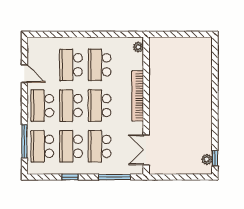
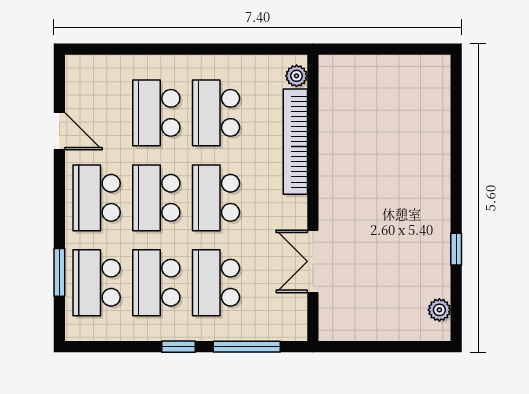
bookcase: (138, 96) -> (295, 142), moved
window: (24, 141) -> (59, 272), width x0.69
double door: (146, 150) -> (313, 261), moved
window: (215, 158) -> (456, 249), moved
window: (70, 177) -> (178, 347), moved

